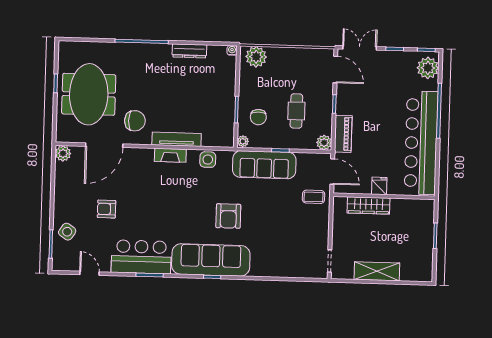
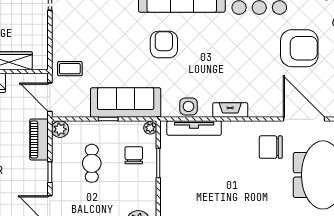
tv unit: (177, 139) -> (194, 128), moved
door: (104, 145) -> (304, 119), hinge flipped
armchair: (106, 209) -> (299, 48), width x1.88, depth x1.88

